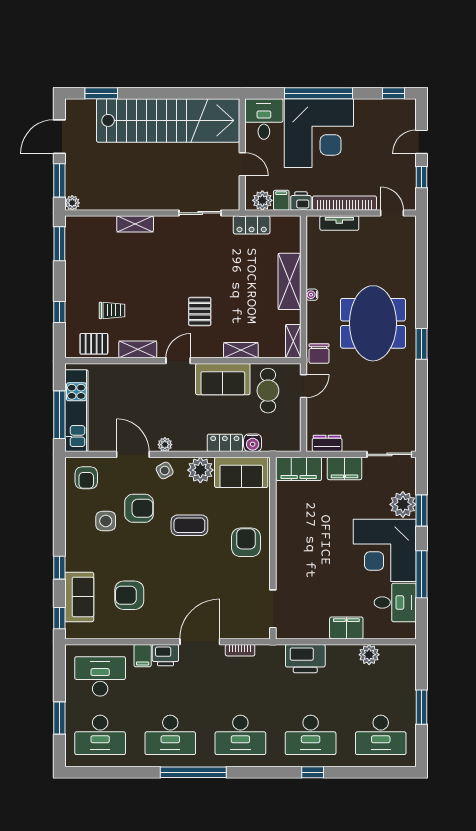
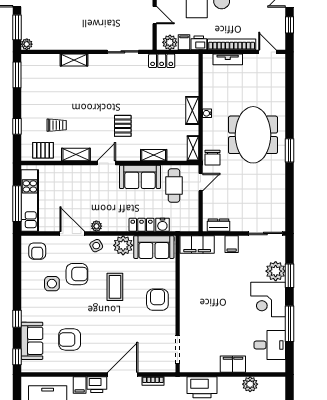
shelving: (289, 281) -> (192, 110), width x0.67, depth x0.75
filing cabinet: (345, 468) -> (232, 244), width x0.50
coffee table: (189, 525) -> (115, 287), turned 90
corner desk: (385, 550) -> (268, 299), width x0.74, depth x0.74

